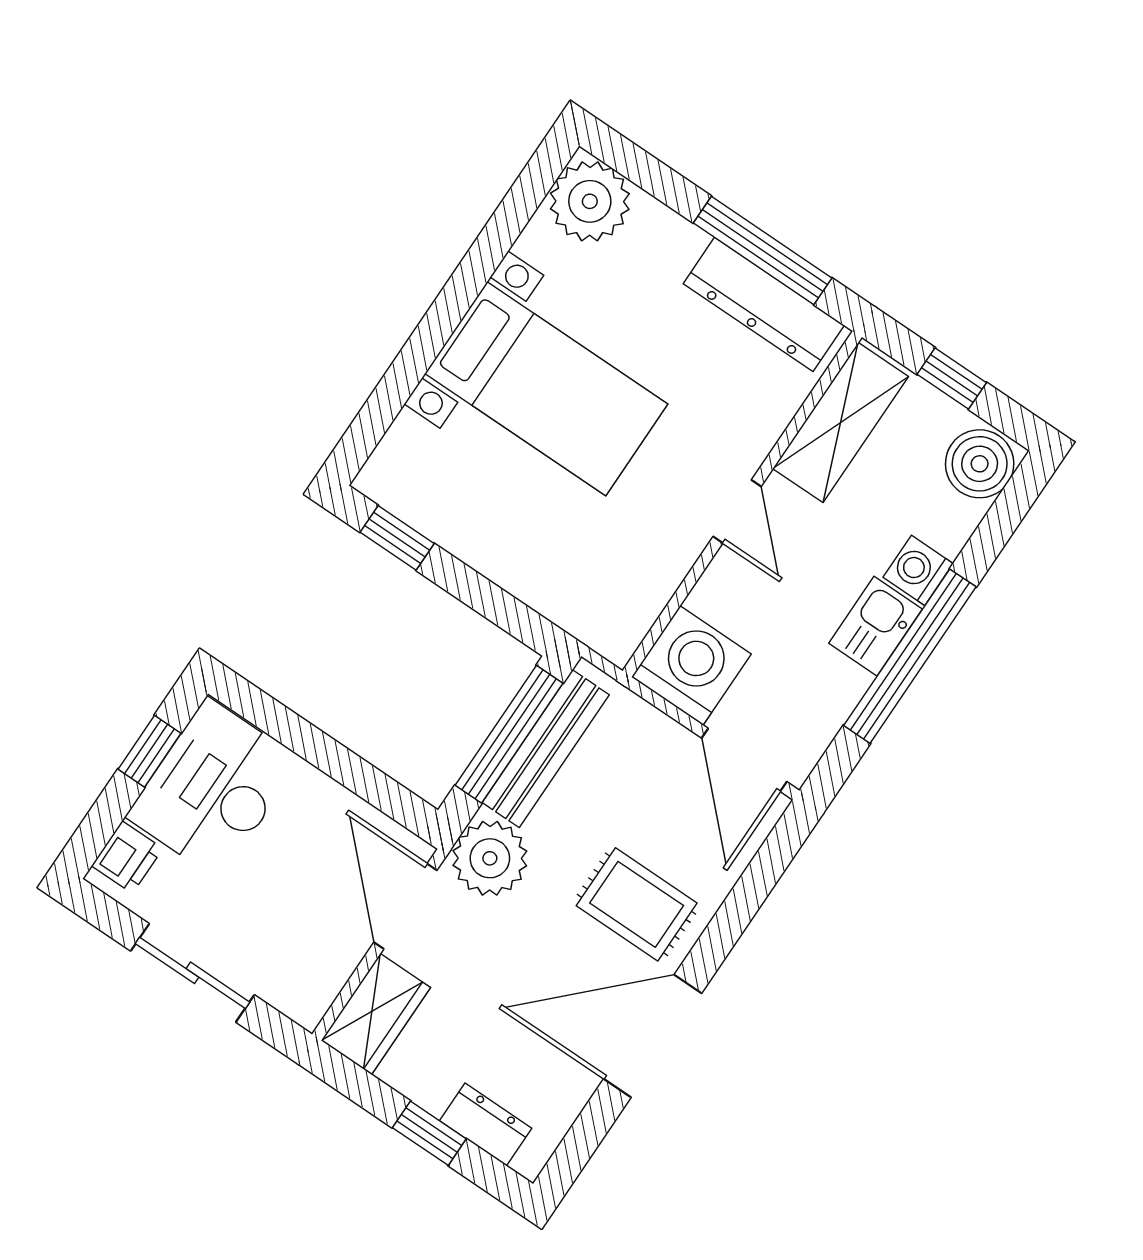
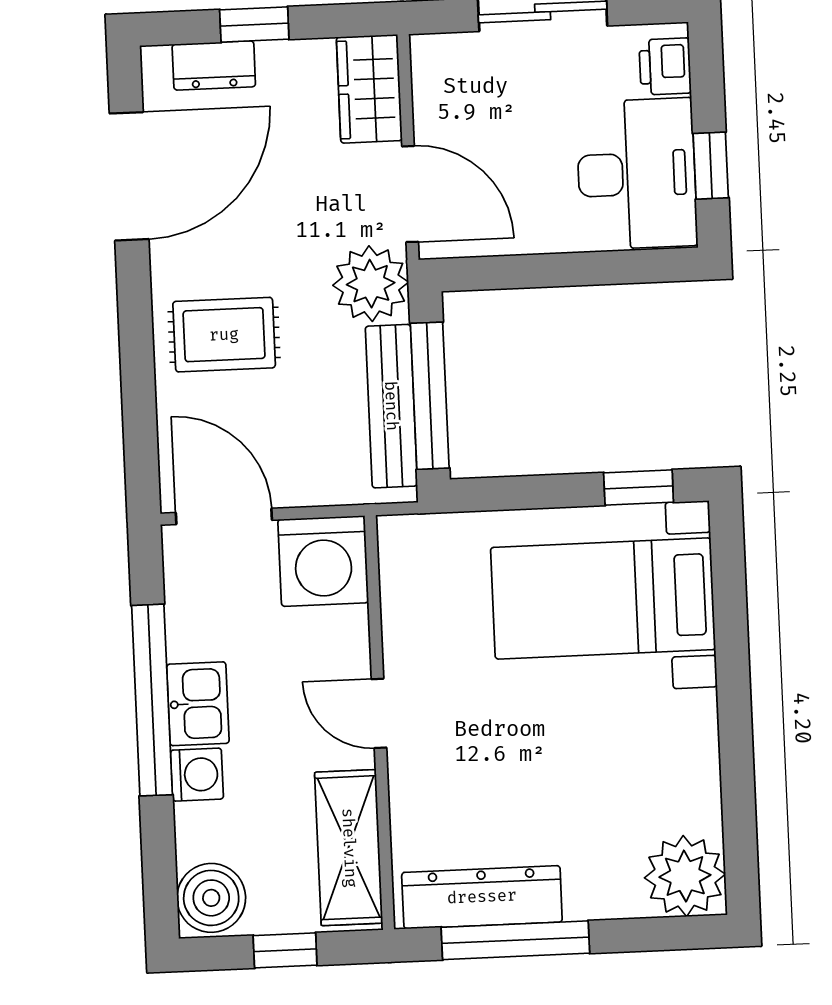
bed with nightstands: (546, 389) -> (603, 598), moved
door: (653, 1036) -> (129, 176), moved

